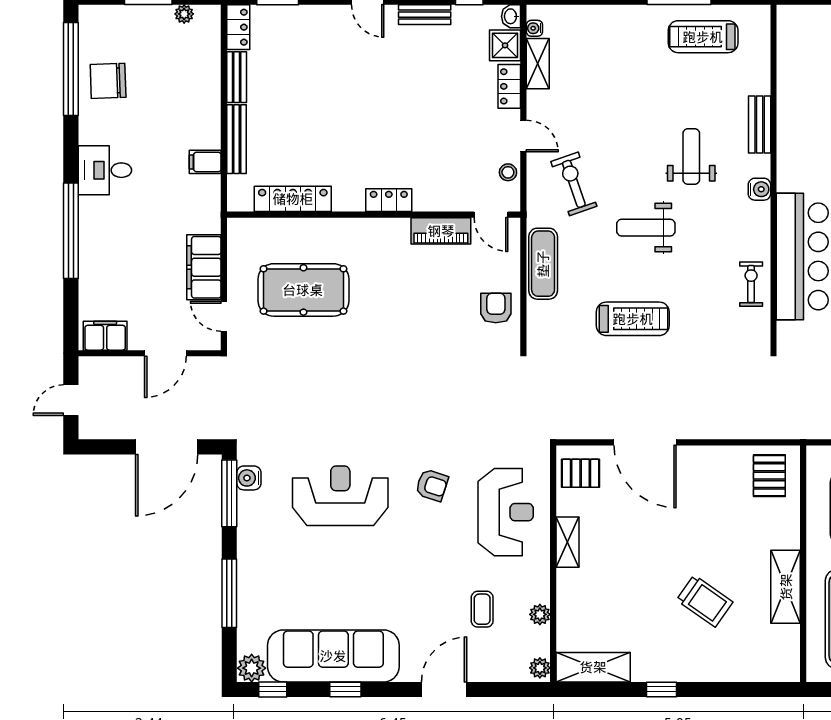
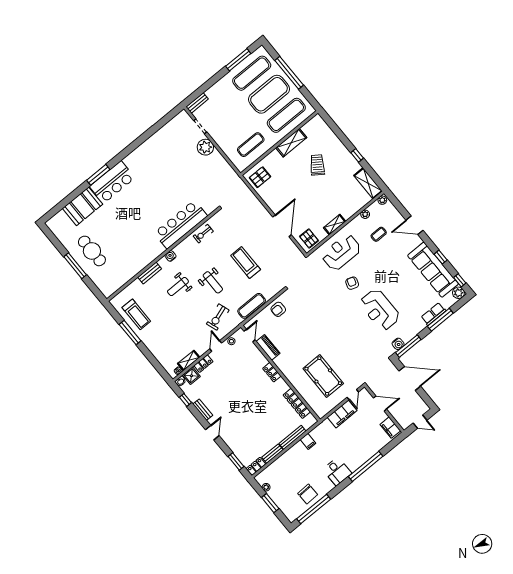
row of seats: (250, 589) -> (433, 314), added

